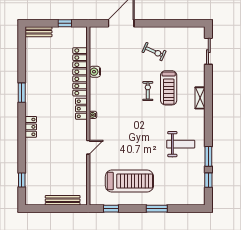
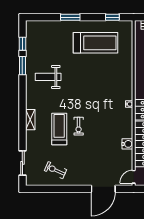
exercise bike: (154, 52) -> (55, 170), moved
door: (88, 147) -> (134, 177), moved
treadmill: (129, 181) -> (96, 43), turned 180

